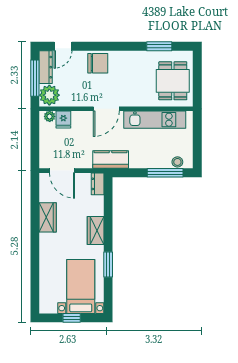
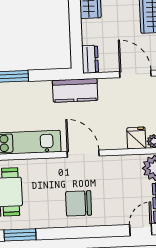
chair: (98, 63) -> (79, 203), moved
door: (106, 109) -> (83, 154), hinge flipped

